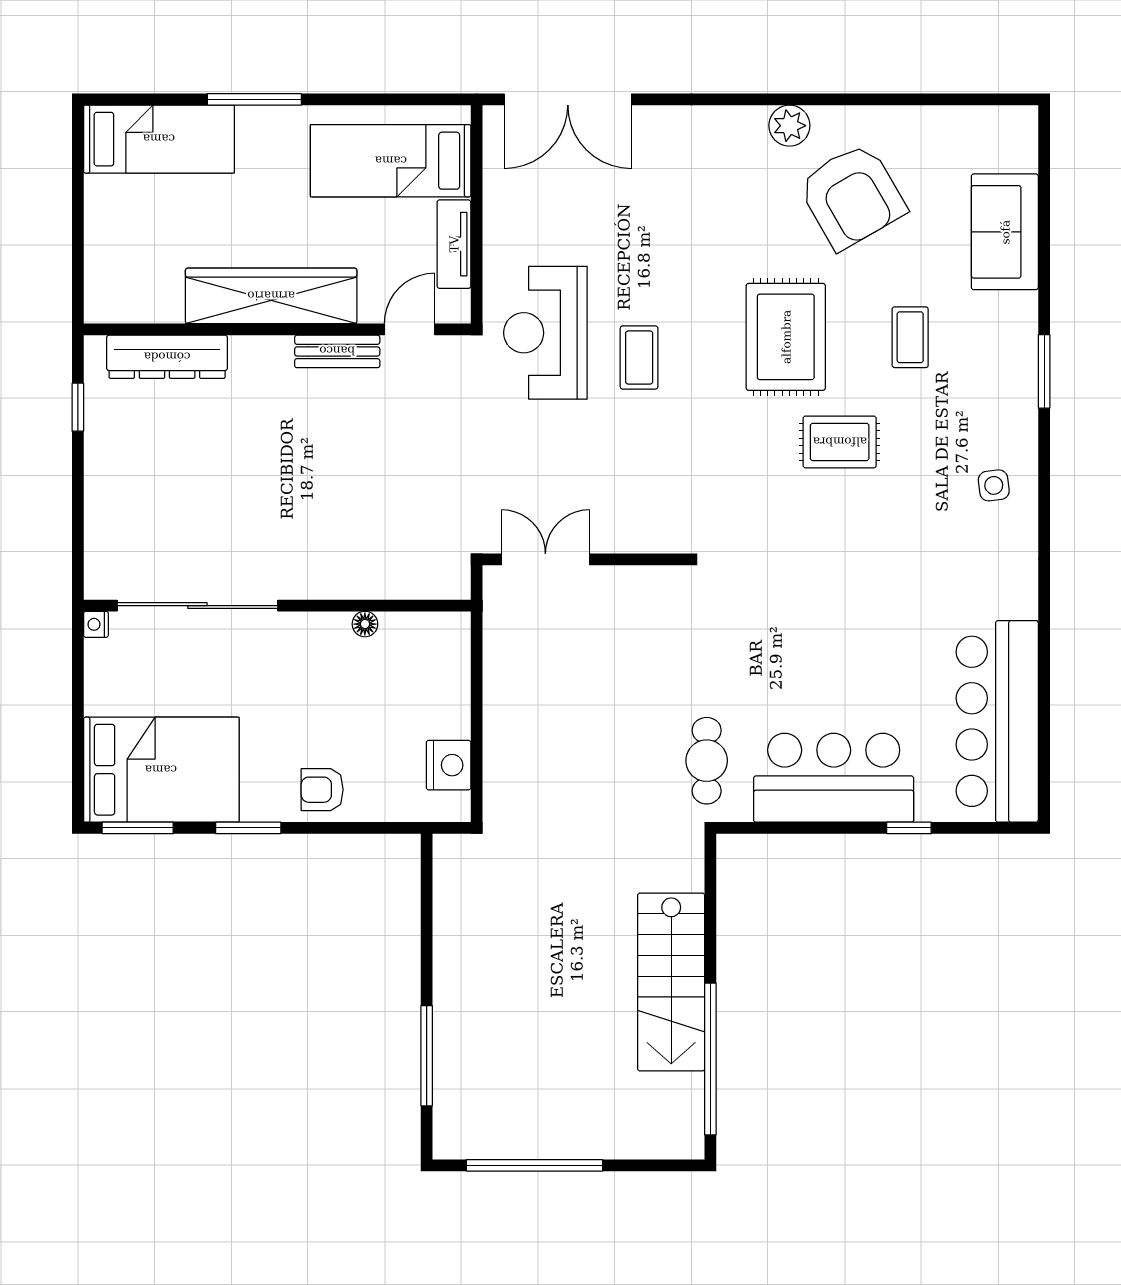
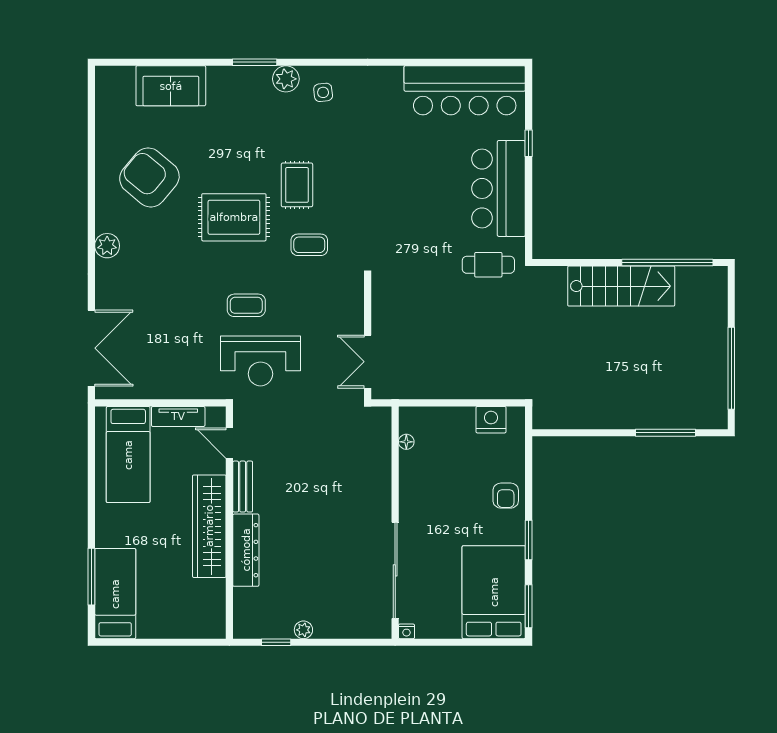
window: (254, 99) -> (91, 577), moved
plant: (789, 126) -> (107, 246), moved
armchair: (852, 196) -> (149, 177), turned -110
reception desk: (545, 333) -> (260, 361), moved
coffee table: (910, 337) -> (309, 245), moved
dresser: (167, 357) -> (246, 550), moved
plant: (1016, 423) -> (286, 79), added
plant: (99, 453) -> (303, 630), added
floor lamp: (365, 624) -> (406, 442), moved

